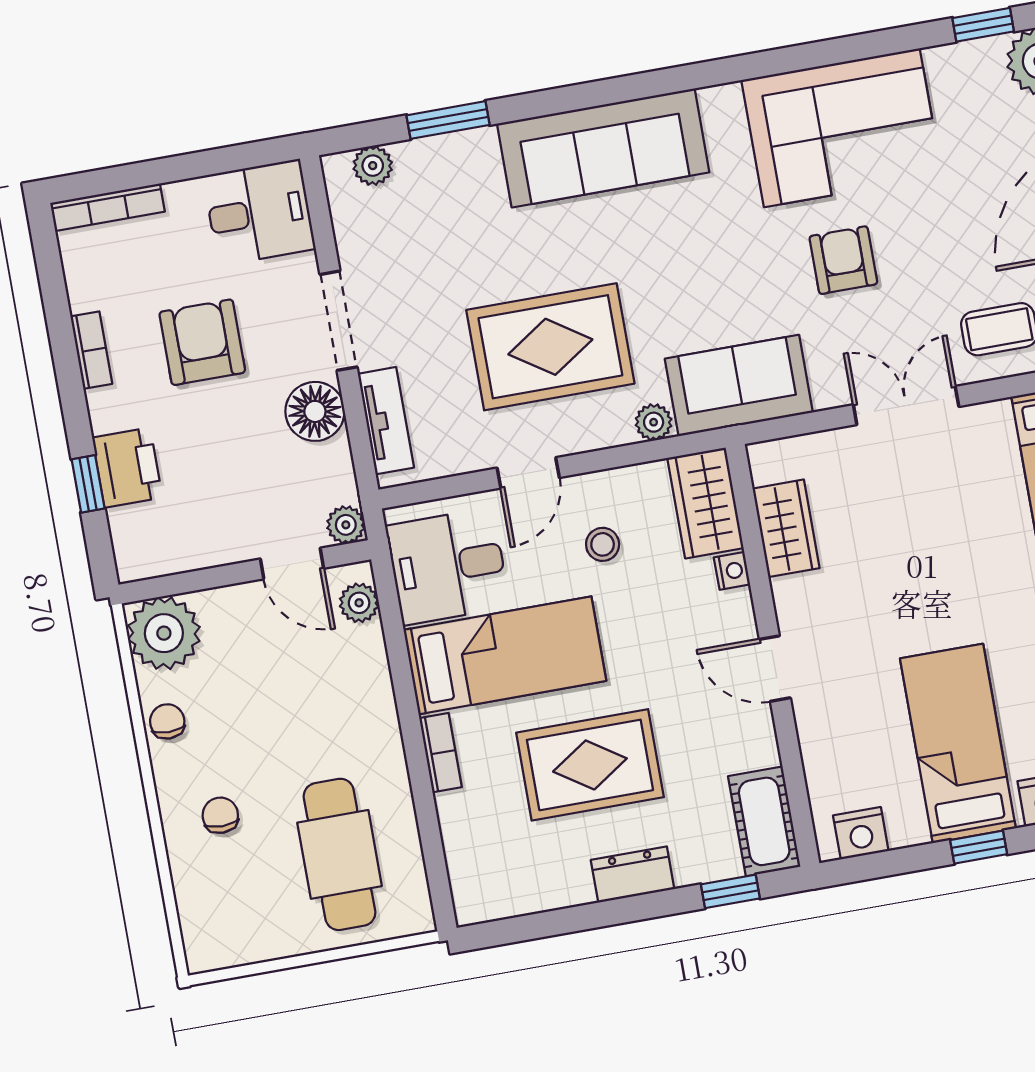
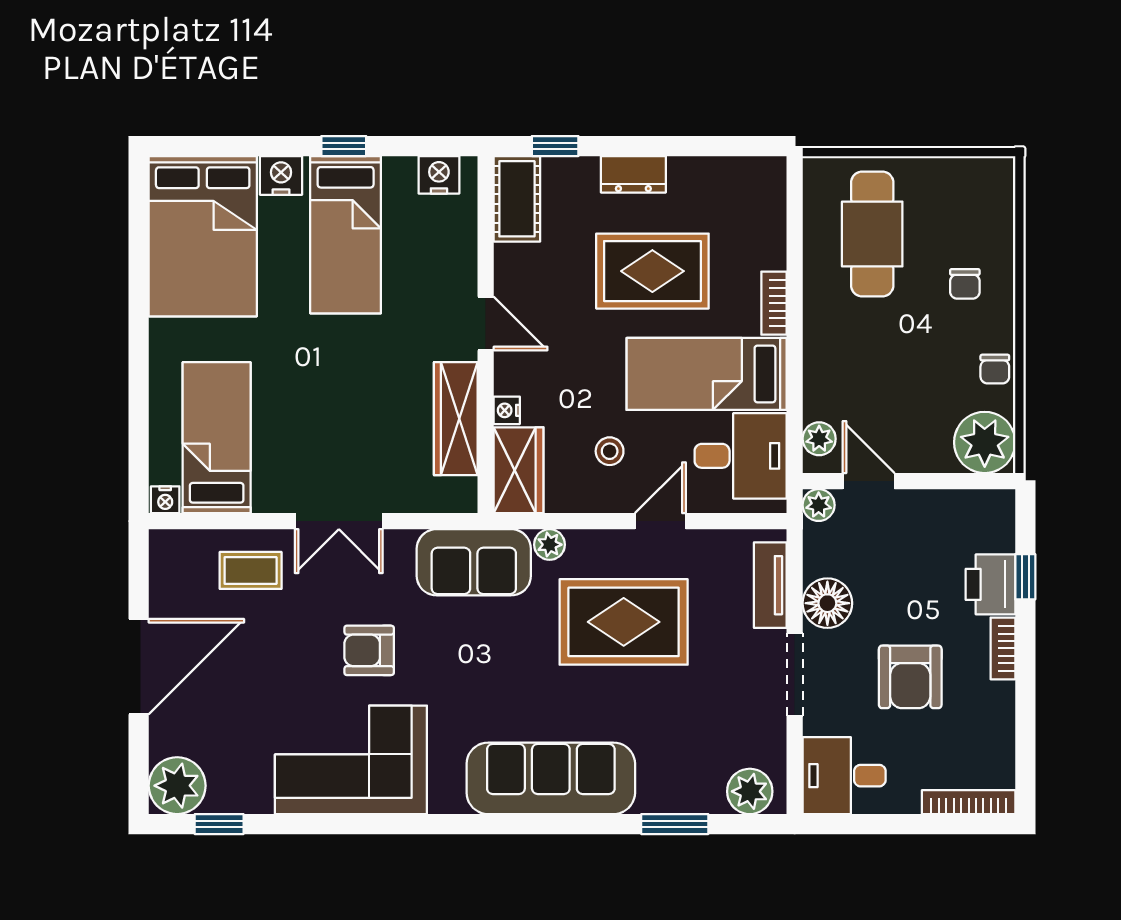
plant: (373, 166) -> (750, 791), width x1.38, depth x1.38
armchair: (843, 260) -> (369, 650), turned 90
bookcase: (91, 350) -> (1003, 648), moved
wardrobe: (786, 528) -> (456, 419), width x1.50

